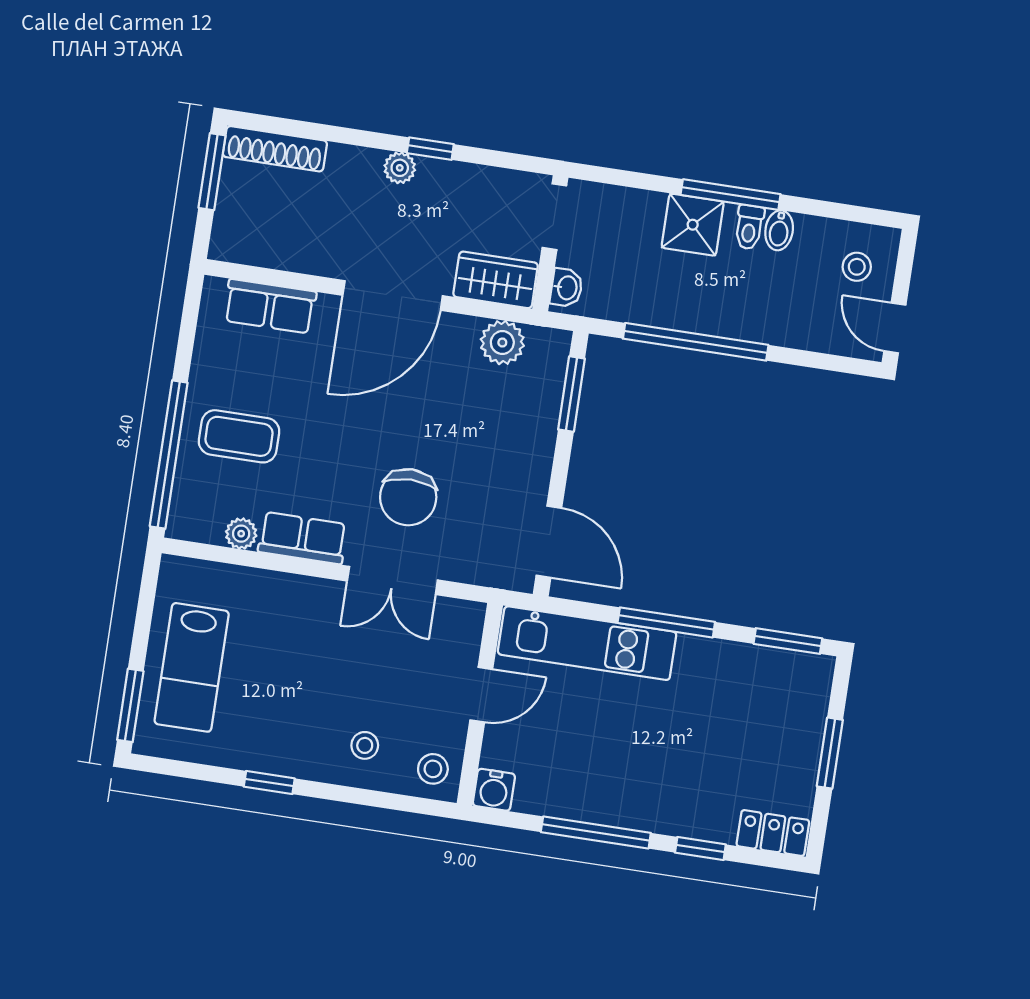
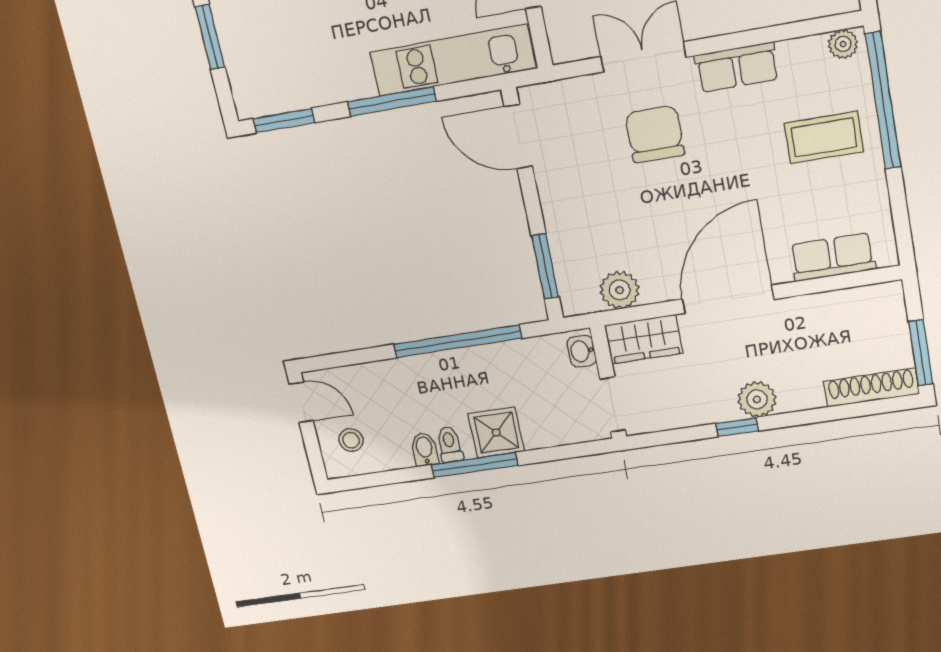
plant: (400, 168) -> (757, 399), width x1.38, depth x1.38
plant: (241, 534) -> (843, 44), moved

